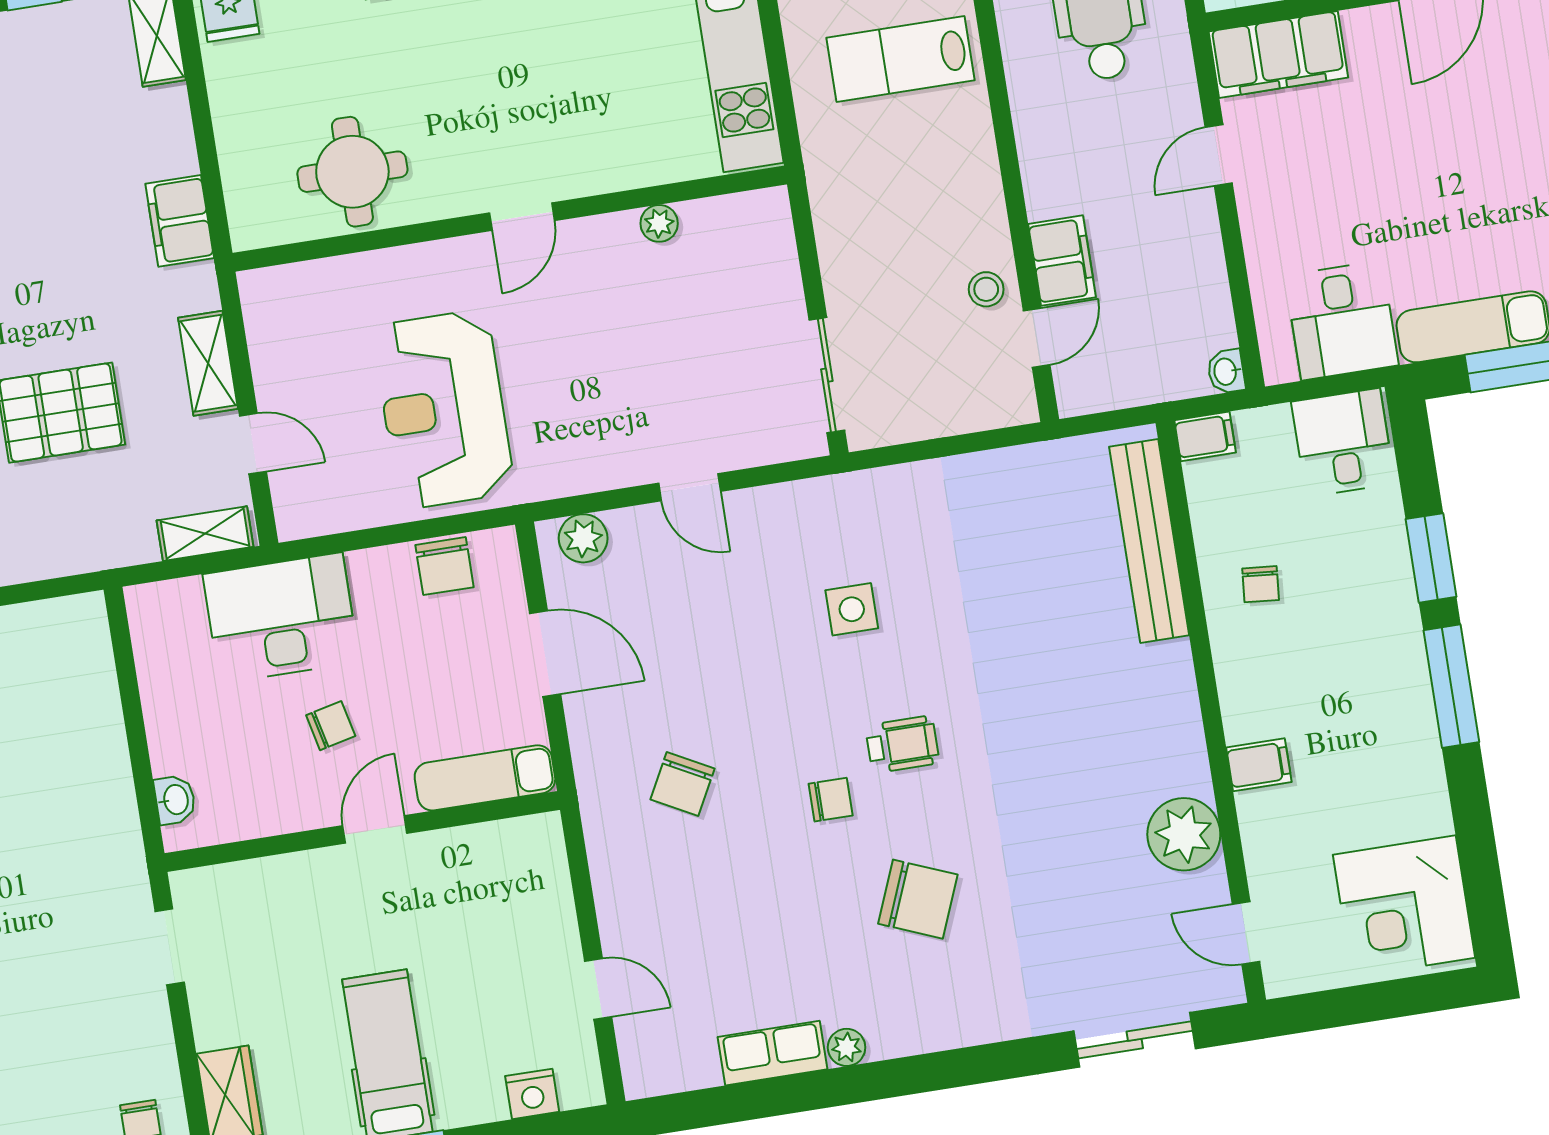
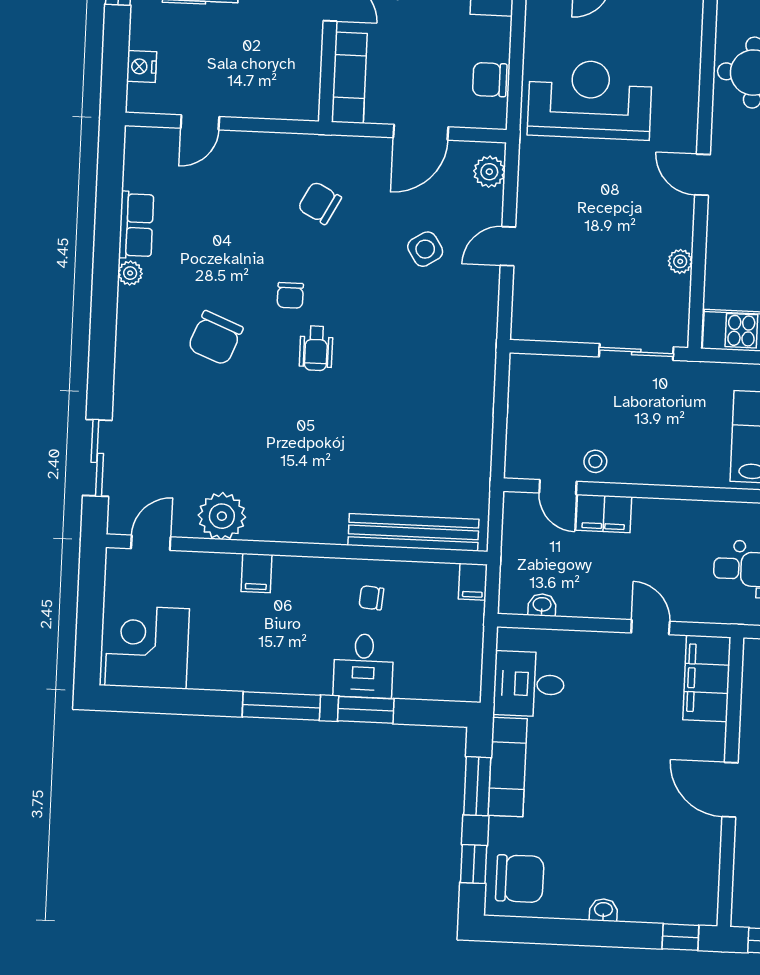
washbasin: (1226, 372) -> (542, 605), moved
sliding door: (827, 375) -> (636, 352), moved
desk: (1343, 443) -> (363, 666), moved, turned 90
side table: (852, 609) -> (425, 249), moved, turned -32

